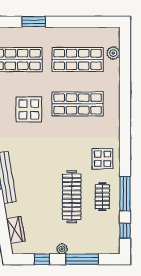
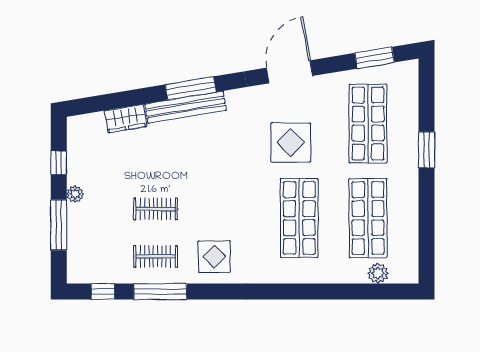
clothes rail: (72, 197) -> (156, 209), width x0.54, depth x0.76
wardrobe: (16, 230) -> (126, 119), moved

